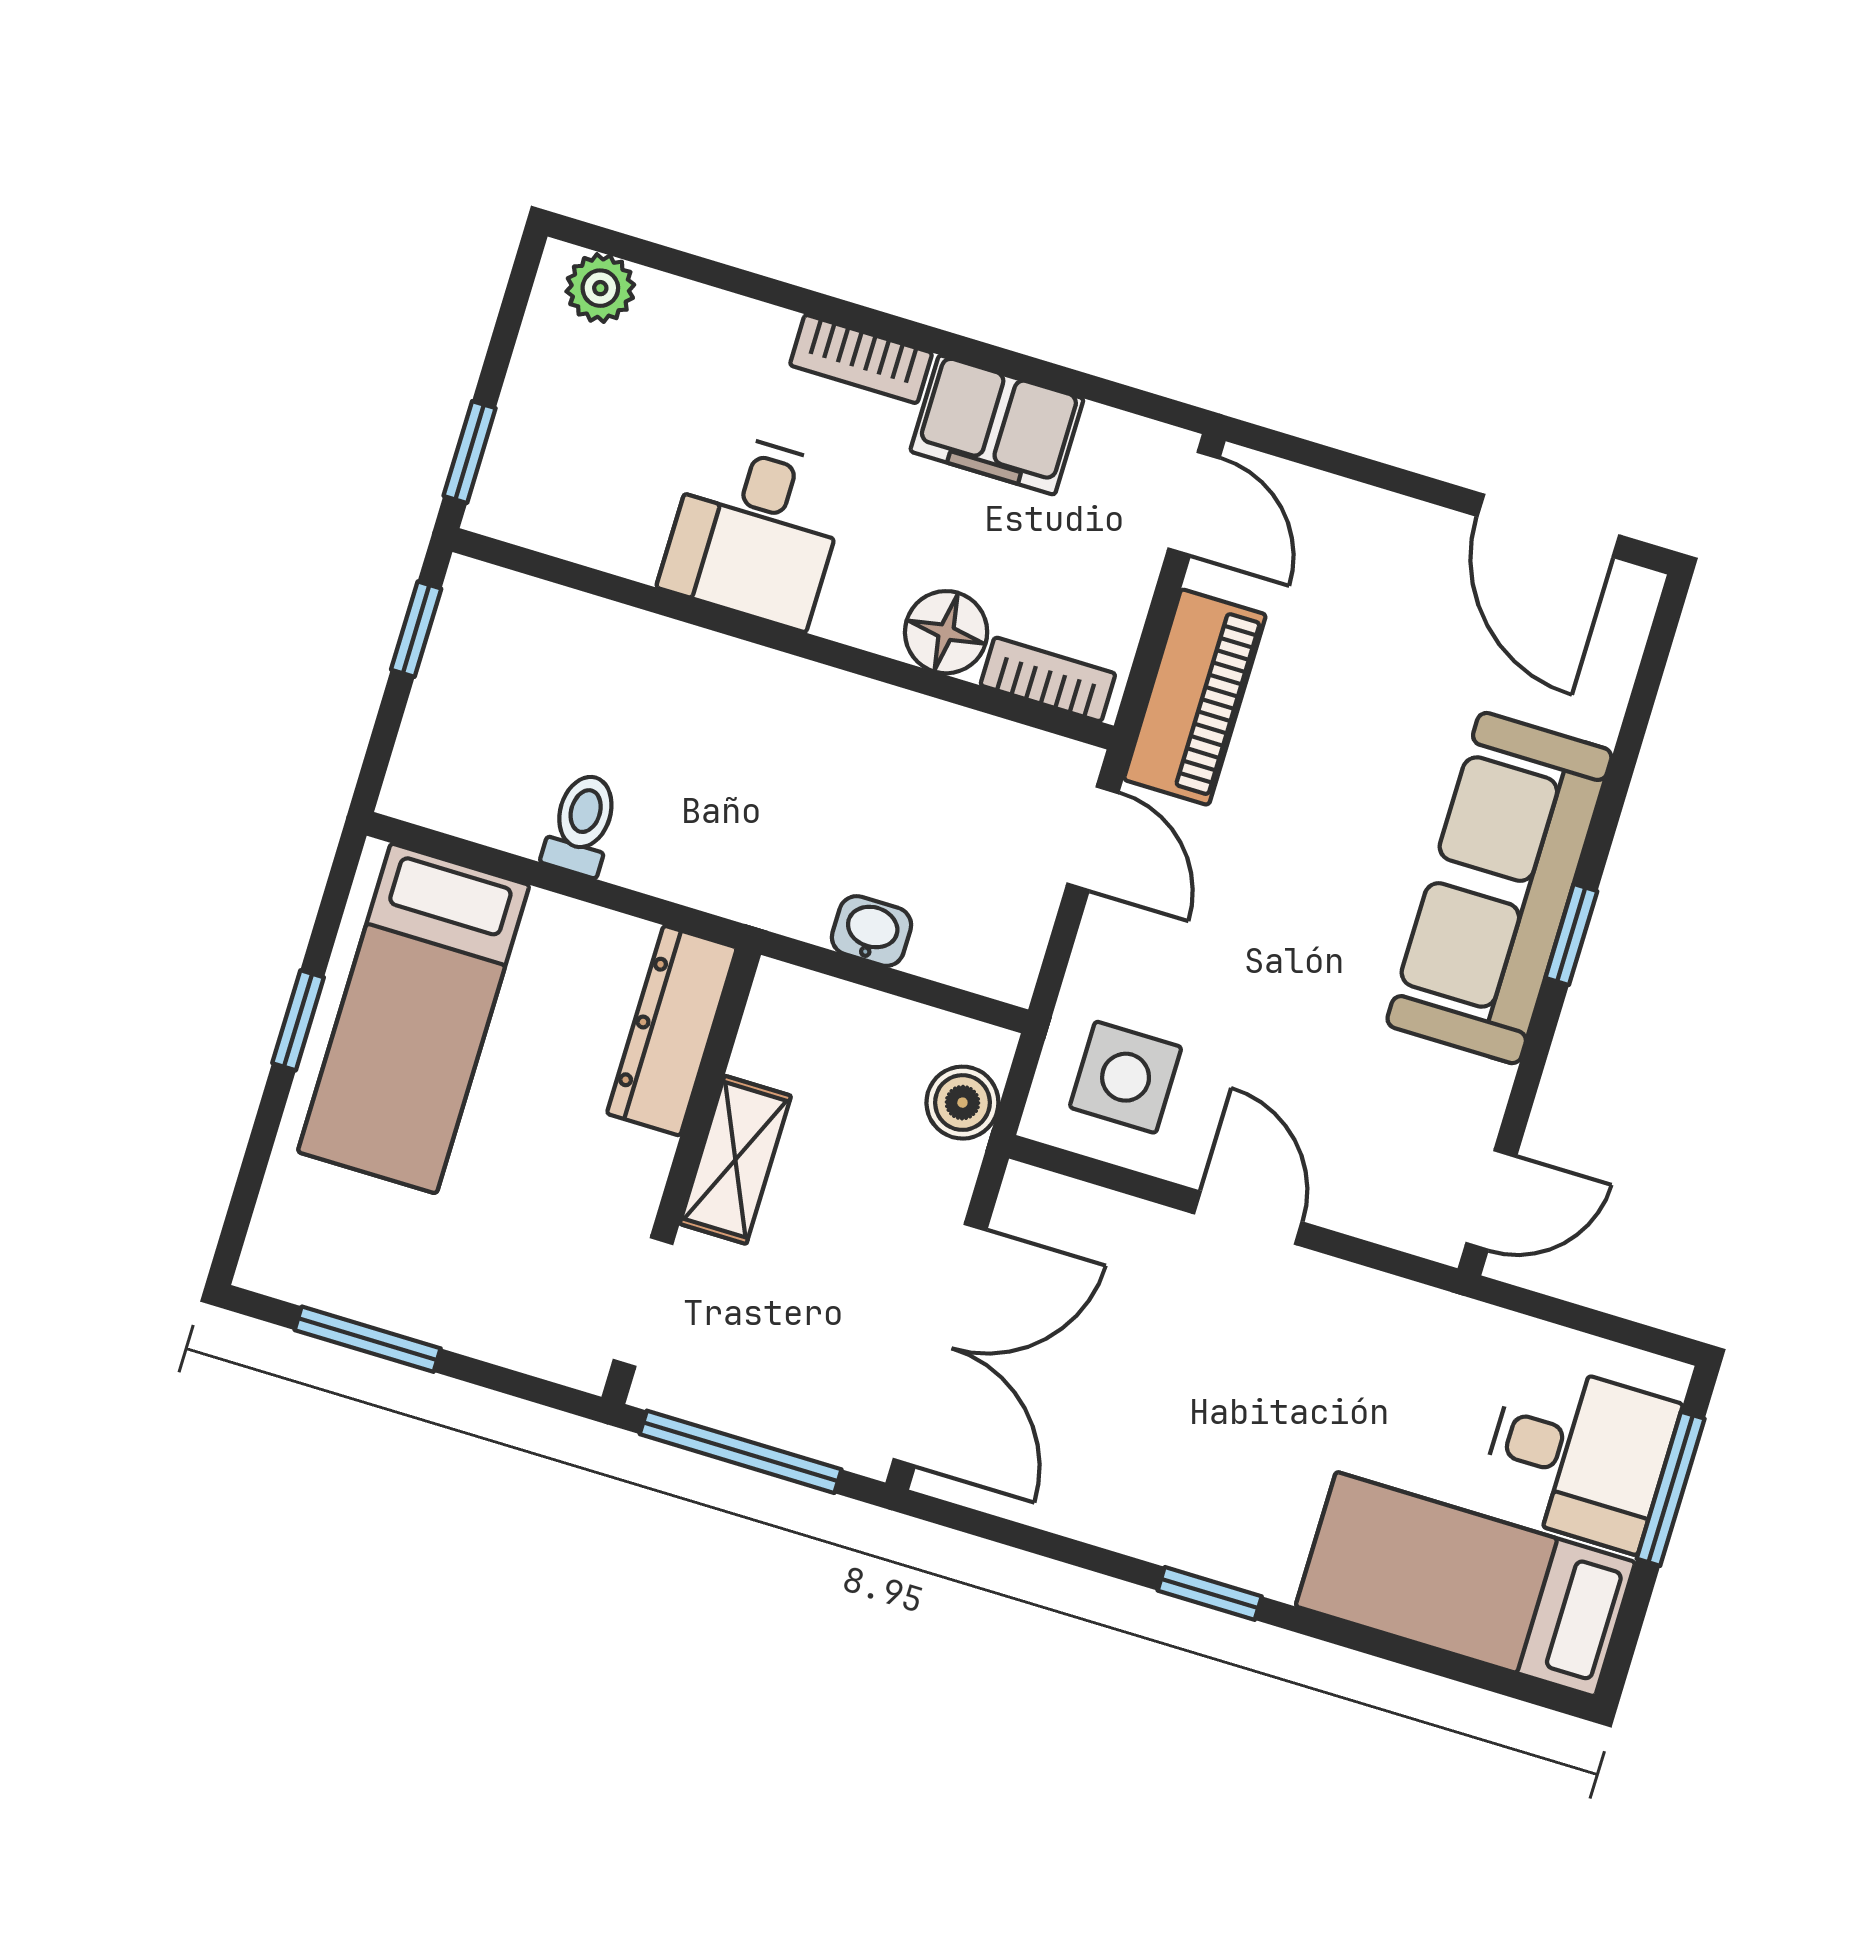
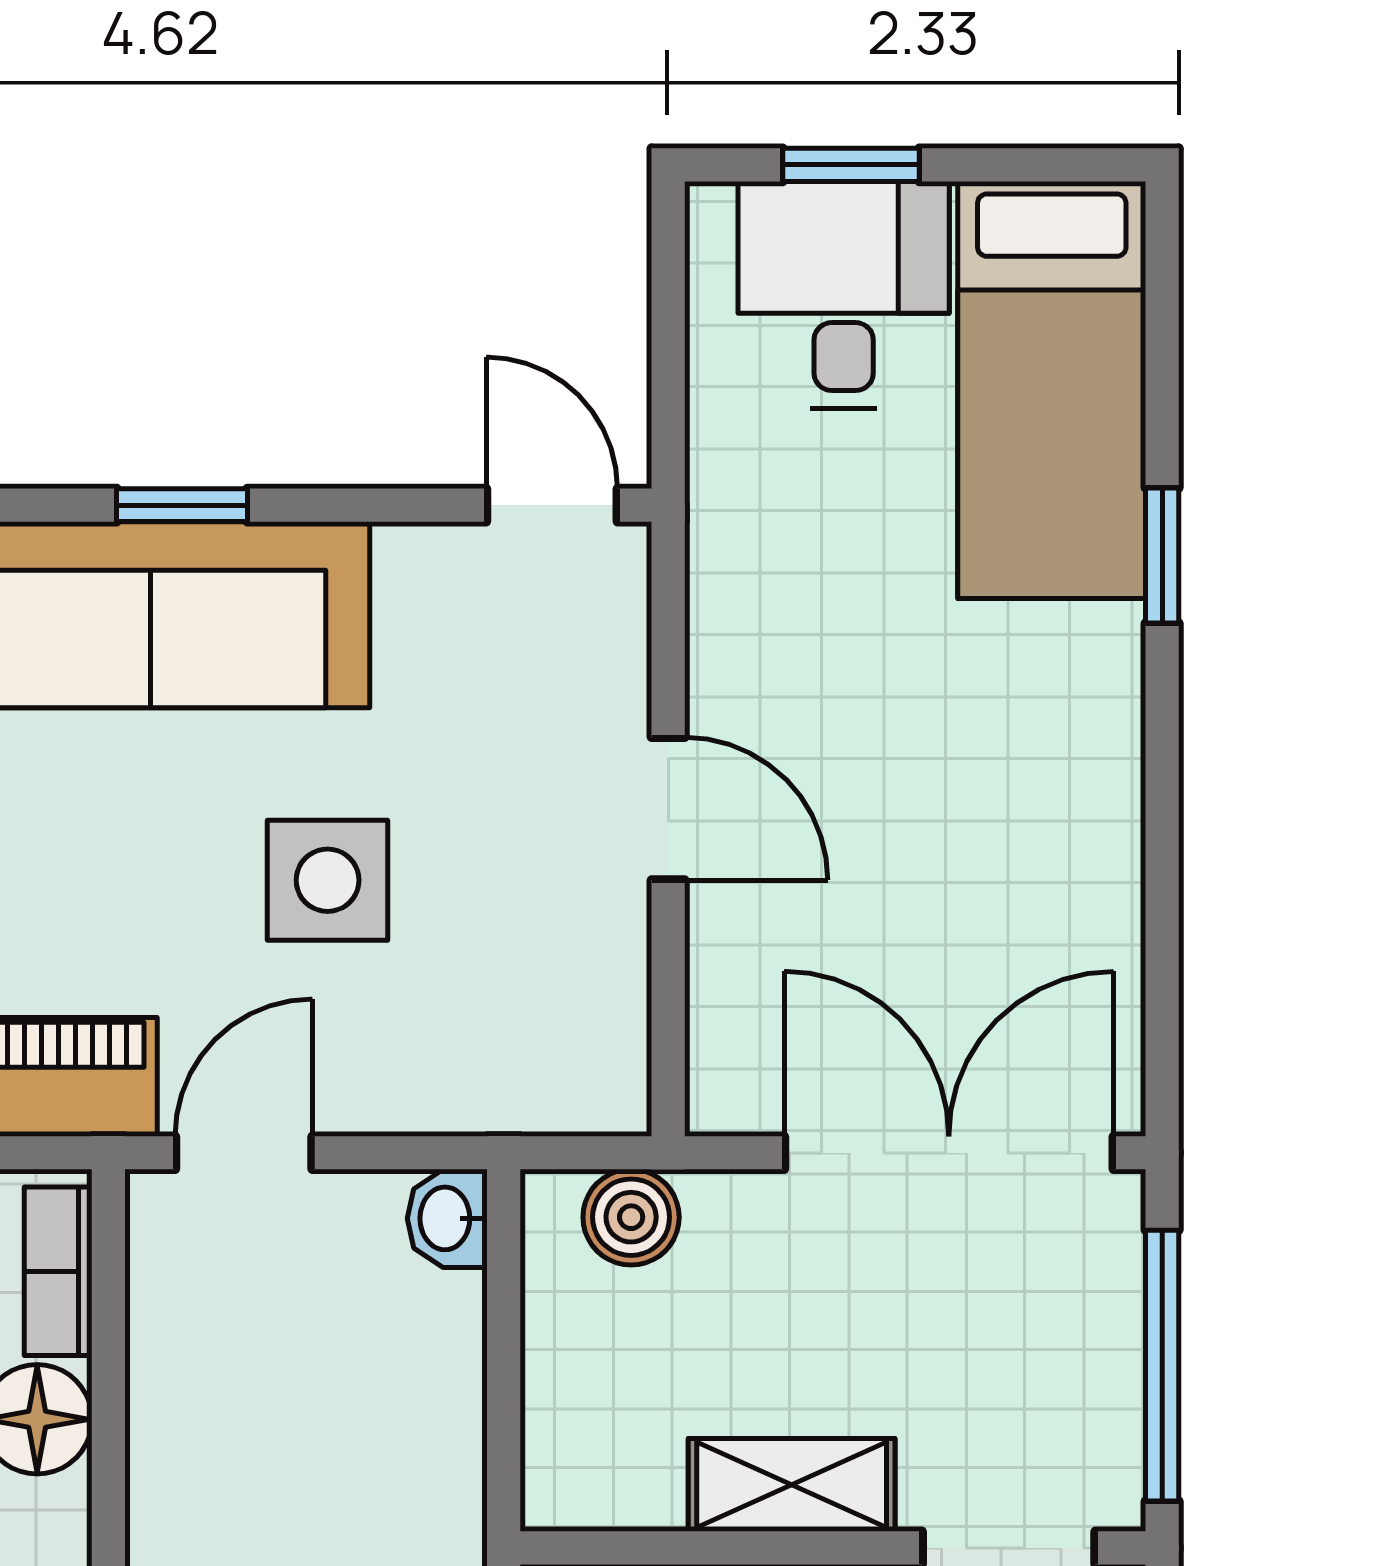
washbasin: (871, 931) -> (447, 1218), moved
side table: (1126, 1077) -> (328, 880), moved
door: (1248, 1218) -> (668, 809), swing flipped
window: (1671, 1489) -> (851, 165), width x0.67
window: (1210, 1593) -> (1162, 556), moved

